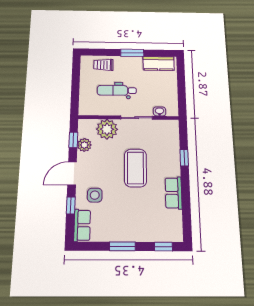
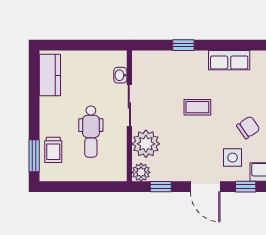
window: (132, 53) -> (34, 156), moved
plant: (84, 145) -> (141, 172), moved
coffee table: (135, 168) -> (197, 107), width x0.54, depth x0.58
chair: (119, 208) -> (248, 127), added

